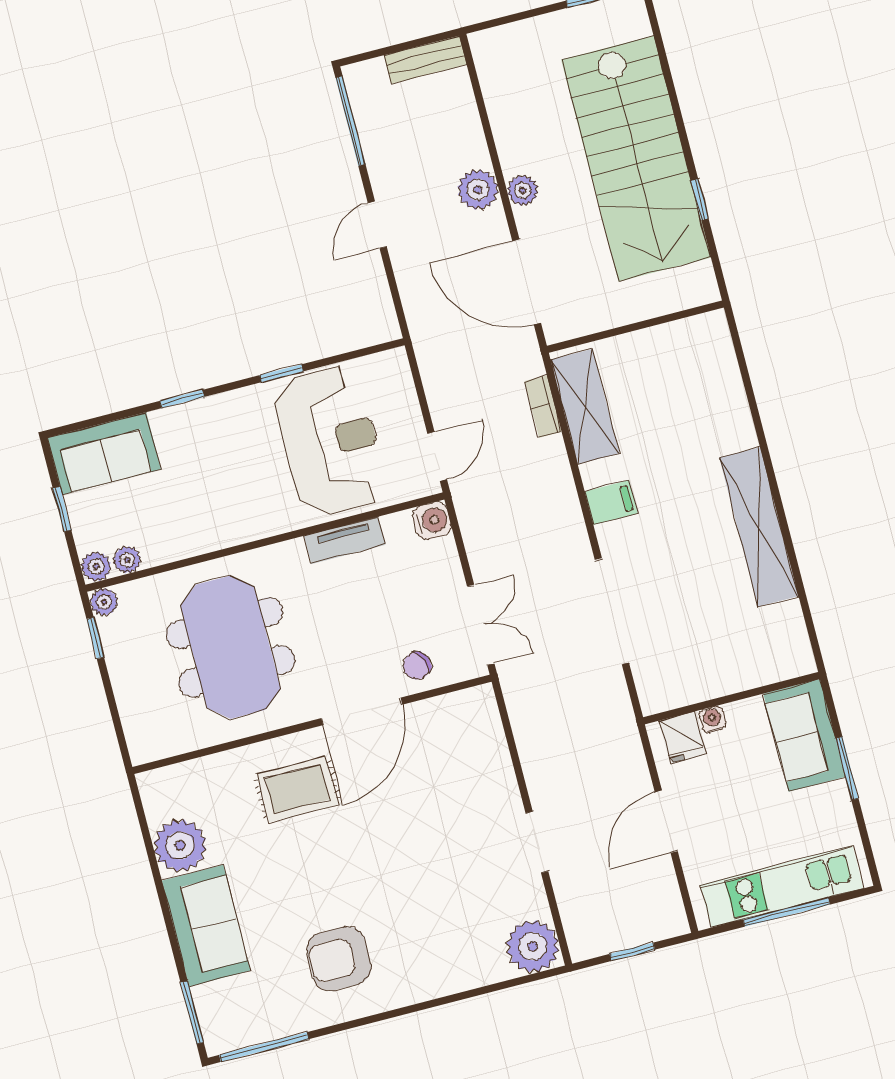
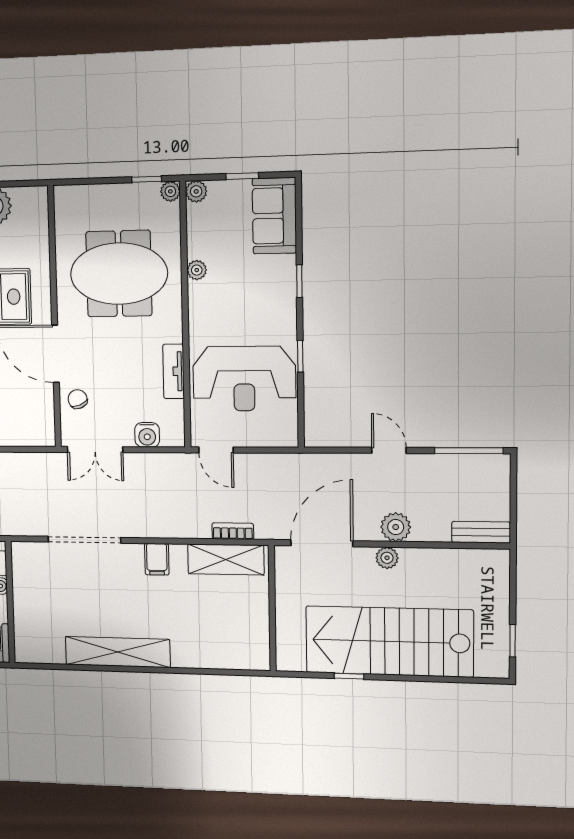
bench: (425, 60) -> (481, 532), moved, turned 90
water cooler: (432, 521) -> (147, 435), moved
plant: (127, 560) -> (197, 270), moved

